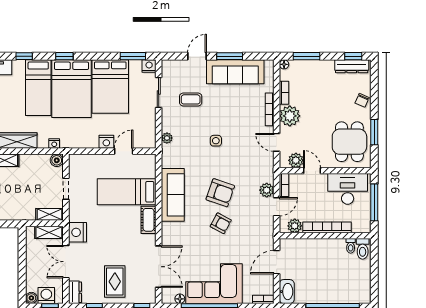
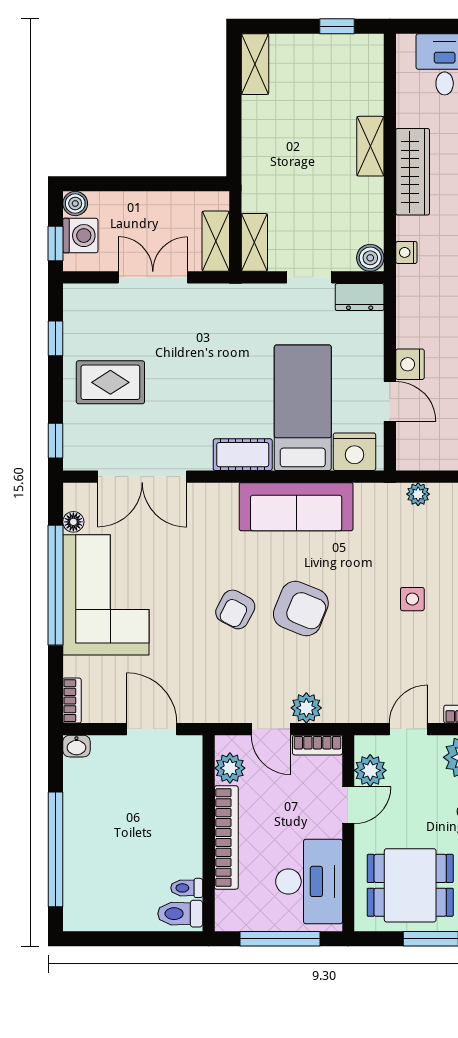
armchair: (220, 193) -> (301, 609), turned -87
nightstand: (77, 232) -> (355, 452), moved, turned 180
dresser: (75, 292) -> (360, 297), moved
washbasin: (287, 292) -> (76, 746), width x0.52, depth x0.69

